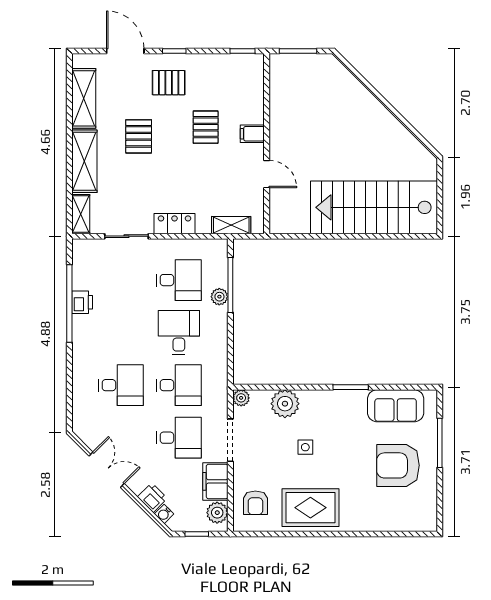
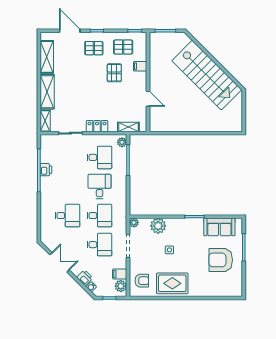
filing cabinet: (252, 134) -> (140, 66), moved
pallet: (139, 136) -> (123, 47), moved, turned 90
stairs: (374, 207) -> (207, 75), moved, turned -135
plant: (219, 297) -> (122, 142), moved
filing cabinet: (215, 481) -> (120, 274), width x0.50
armchair: (255, 503) -> (142, 281), turned -90

